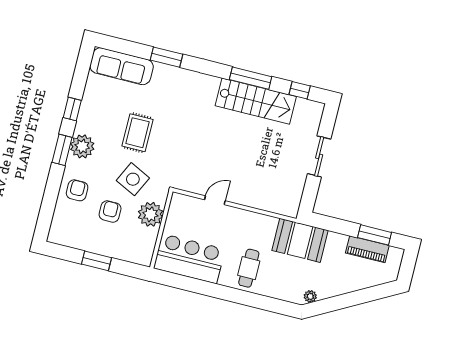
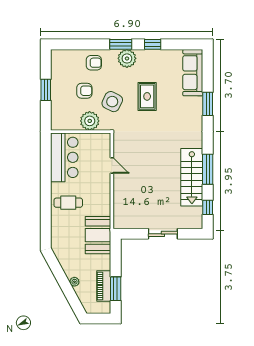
rug: (137, 133) -> (147, 96), turned 90
plant: (310, 296) -> (74, 282), moved

